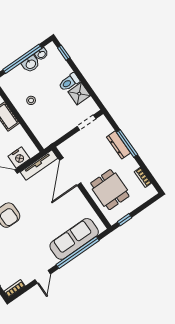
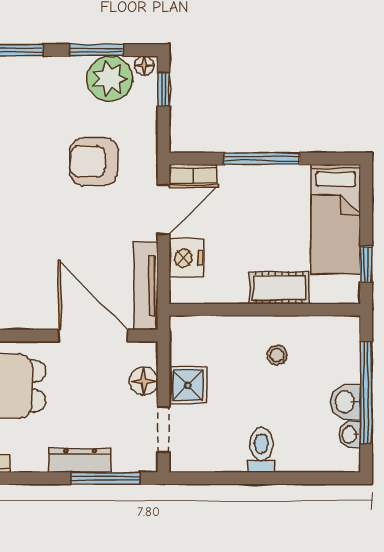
window: (64, 53) -> (324, 478), removed
shower: (79, 94) -> (188, 385), moved
floor lamp: (74, 142) -> (144, 381), added
window: (127, 143) -> (105, 478), moved

